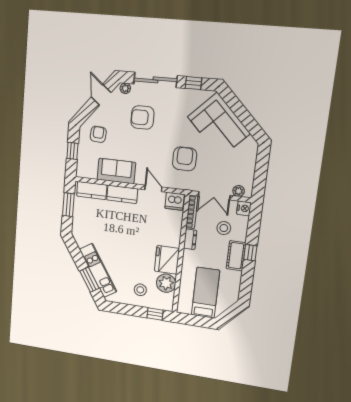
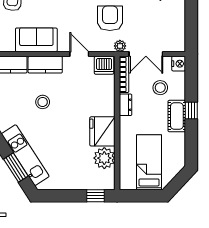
plant: (239, 191) -> (120, 46), moved
stool: (140, 290) -> (43, 102), moved

